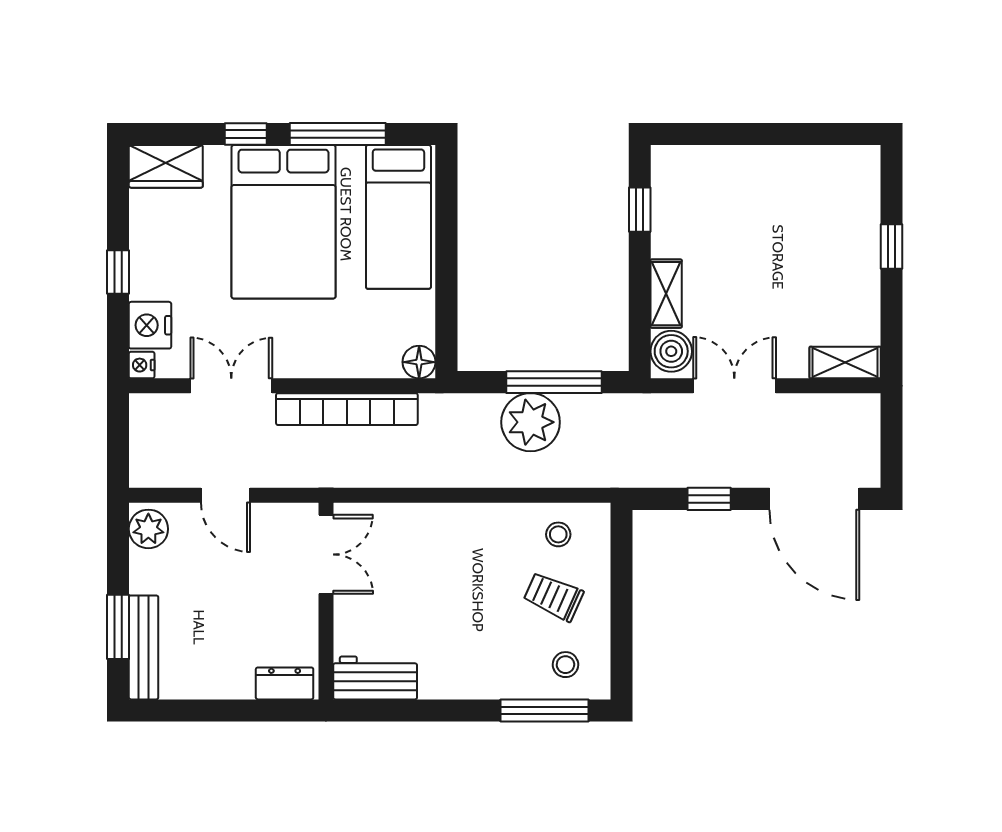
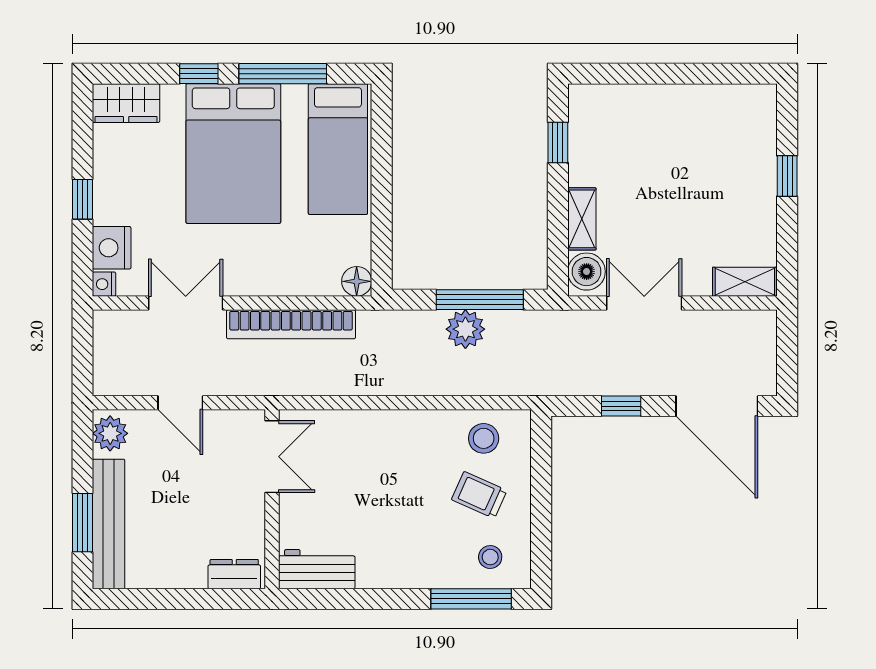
plant: (531, 422) -> (465, 329), width x0.73, depth x0.73
stool: (558, 534) -> (484, 438), width x1.37, depth x1.37
bench: (144, 647) -> (109, 524), width x1.37, depth x1.21

